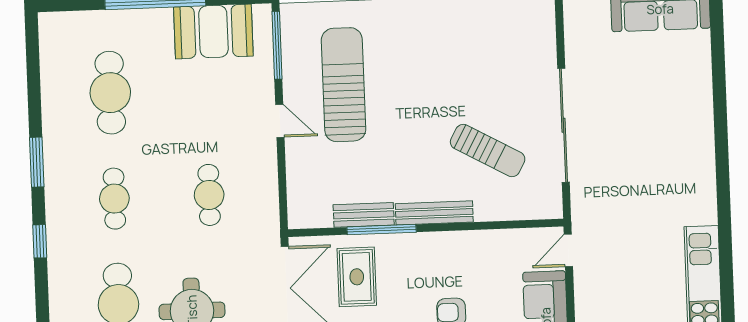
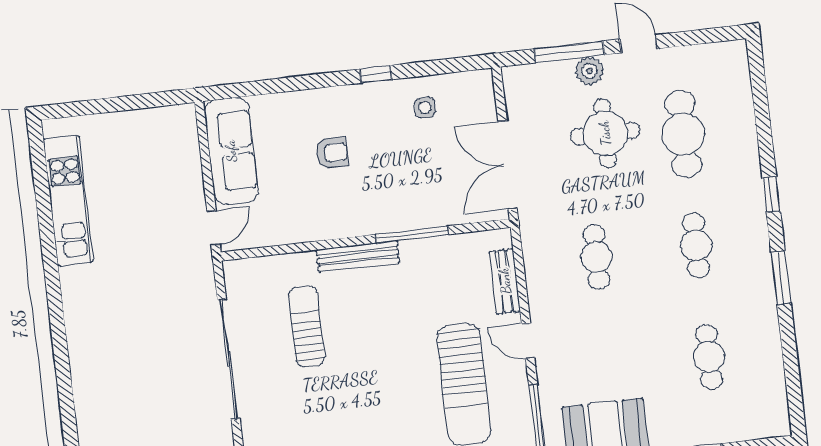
cafe table: (110, 93) -> (709, 357), width x0.73, depth x0.74
sun lounger: (488, 151) -> (307, 326), turned 61
bench: (364, 215) -> (505, 281), moved, turned 90
rug: (357, 277) -> (434, 183), removed

